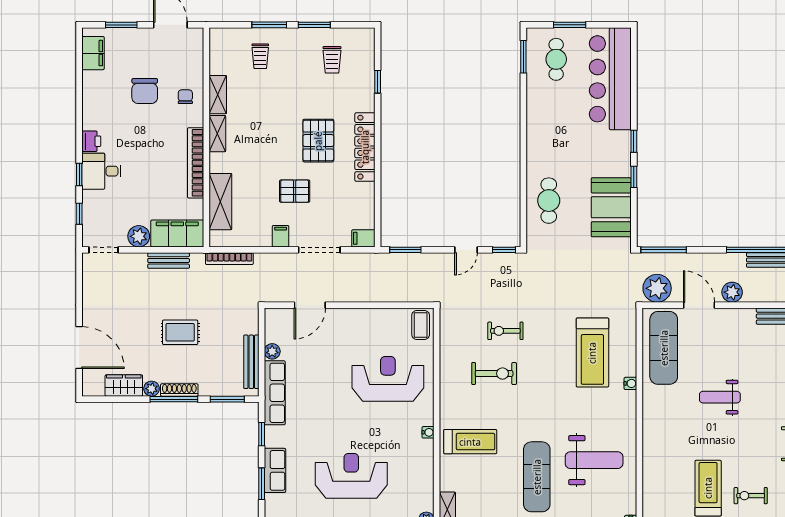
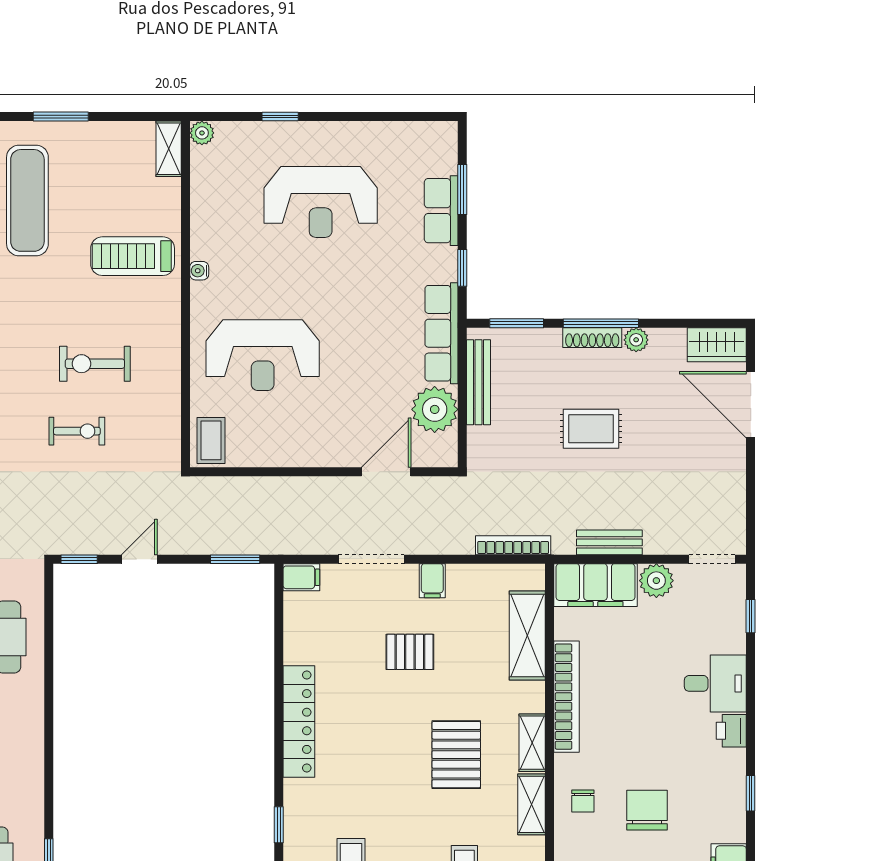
pallet: (318, 141) -> (456, 755), moved
window: (79, 174) -> (751, 793), moved
plant: (272, 351) -> (435, 409), width x1.87, depth x1.87
wardrobe: (124, 386) -> (717, 345), moved

